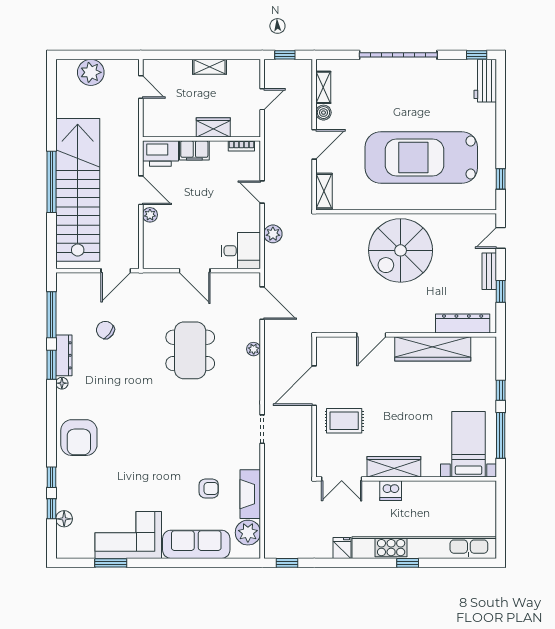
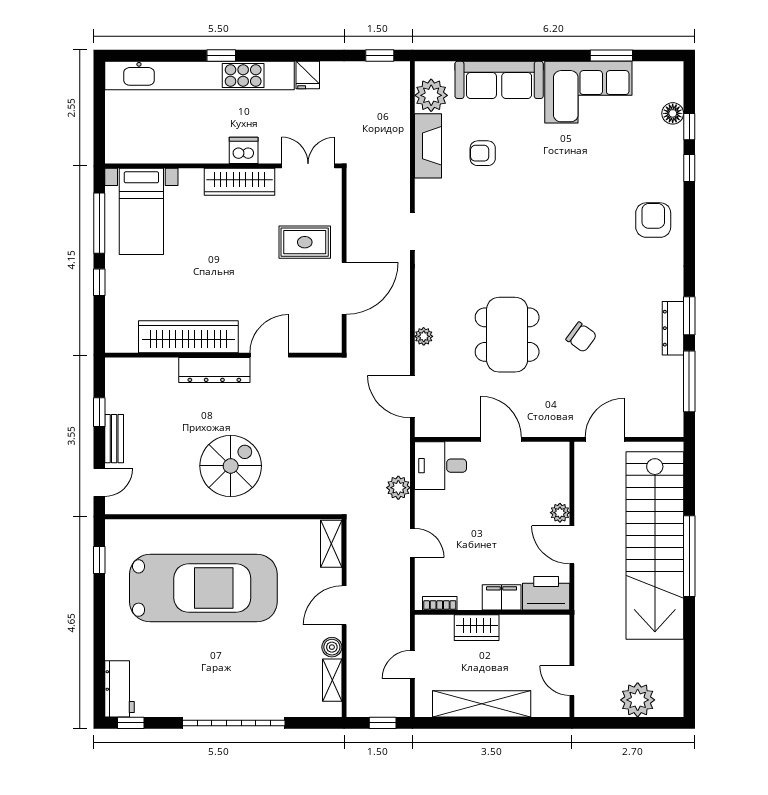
shelving: (210, 67) -> (482, 704), width x2.20, depth x1.33
spiral stairs: (401, 250) -> (231, 466), width x0.73, depth x0.73
dresser: (463, 323) -> (214, 370), moved
chair: (105, 330) -> (581, 337), moved
floor lamp: (62, 383) -> (676, 292), removed
armchair: (79, 438) -> (653, 220), width x0.73, depth x0.73

